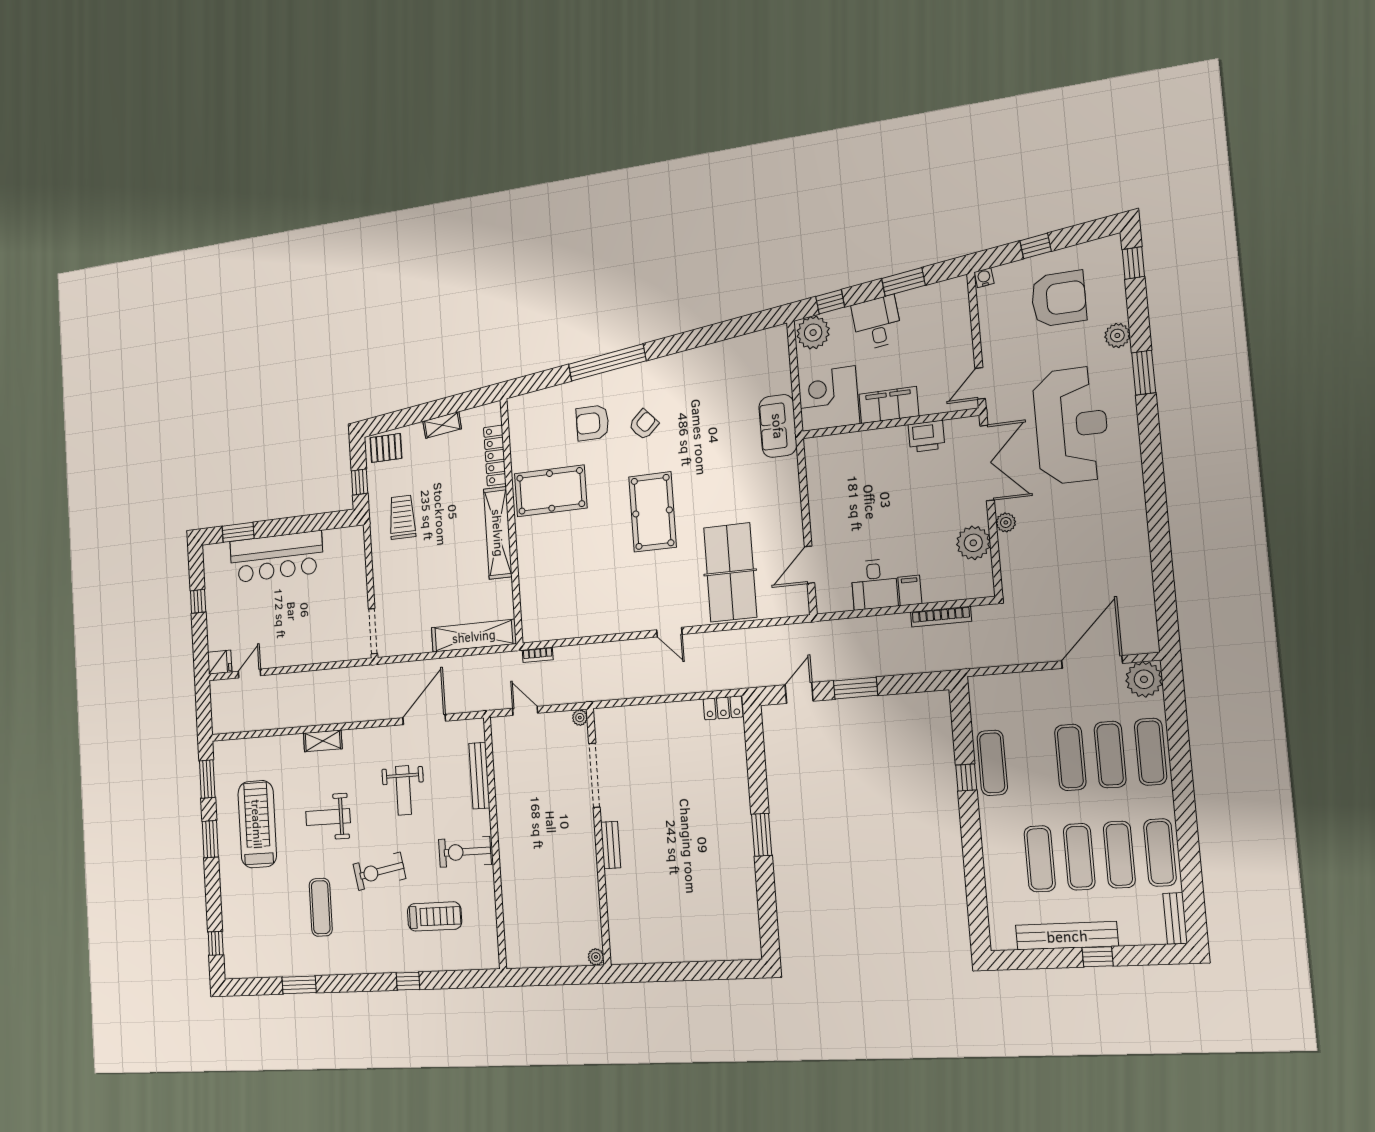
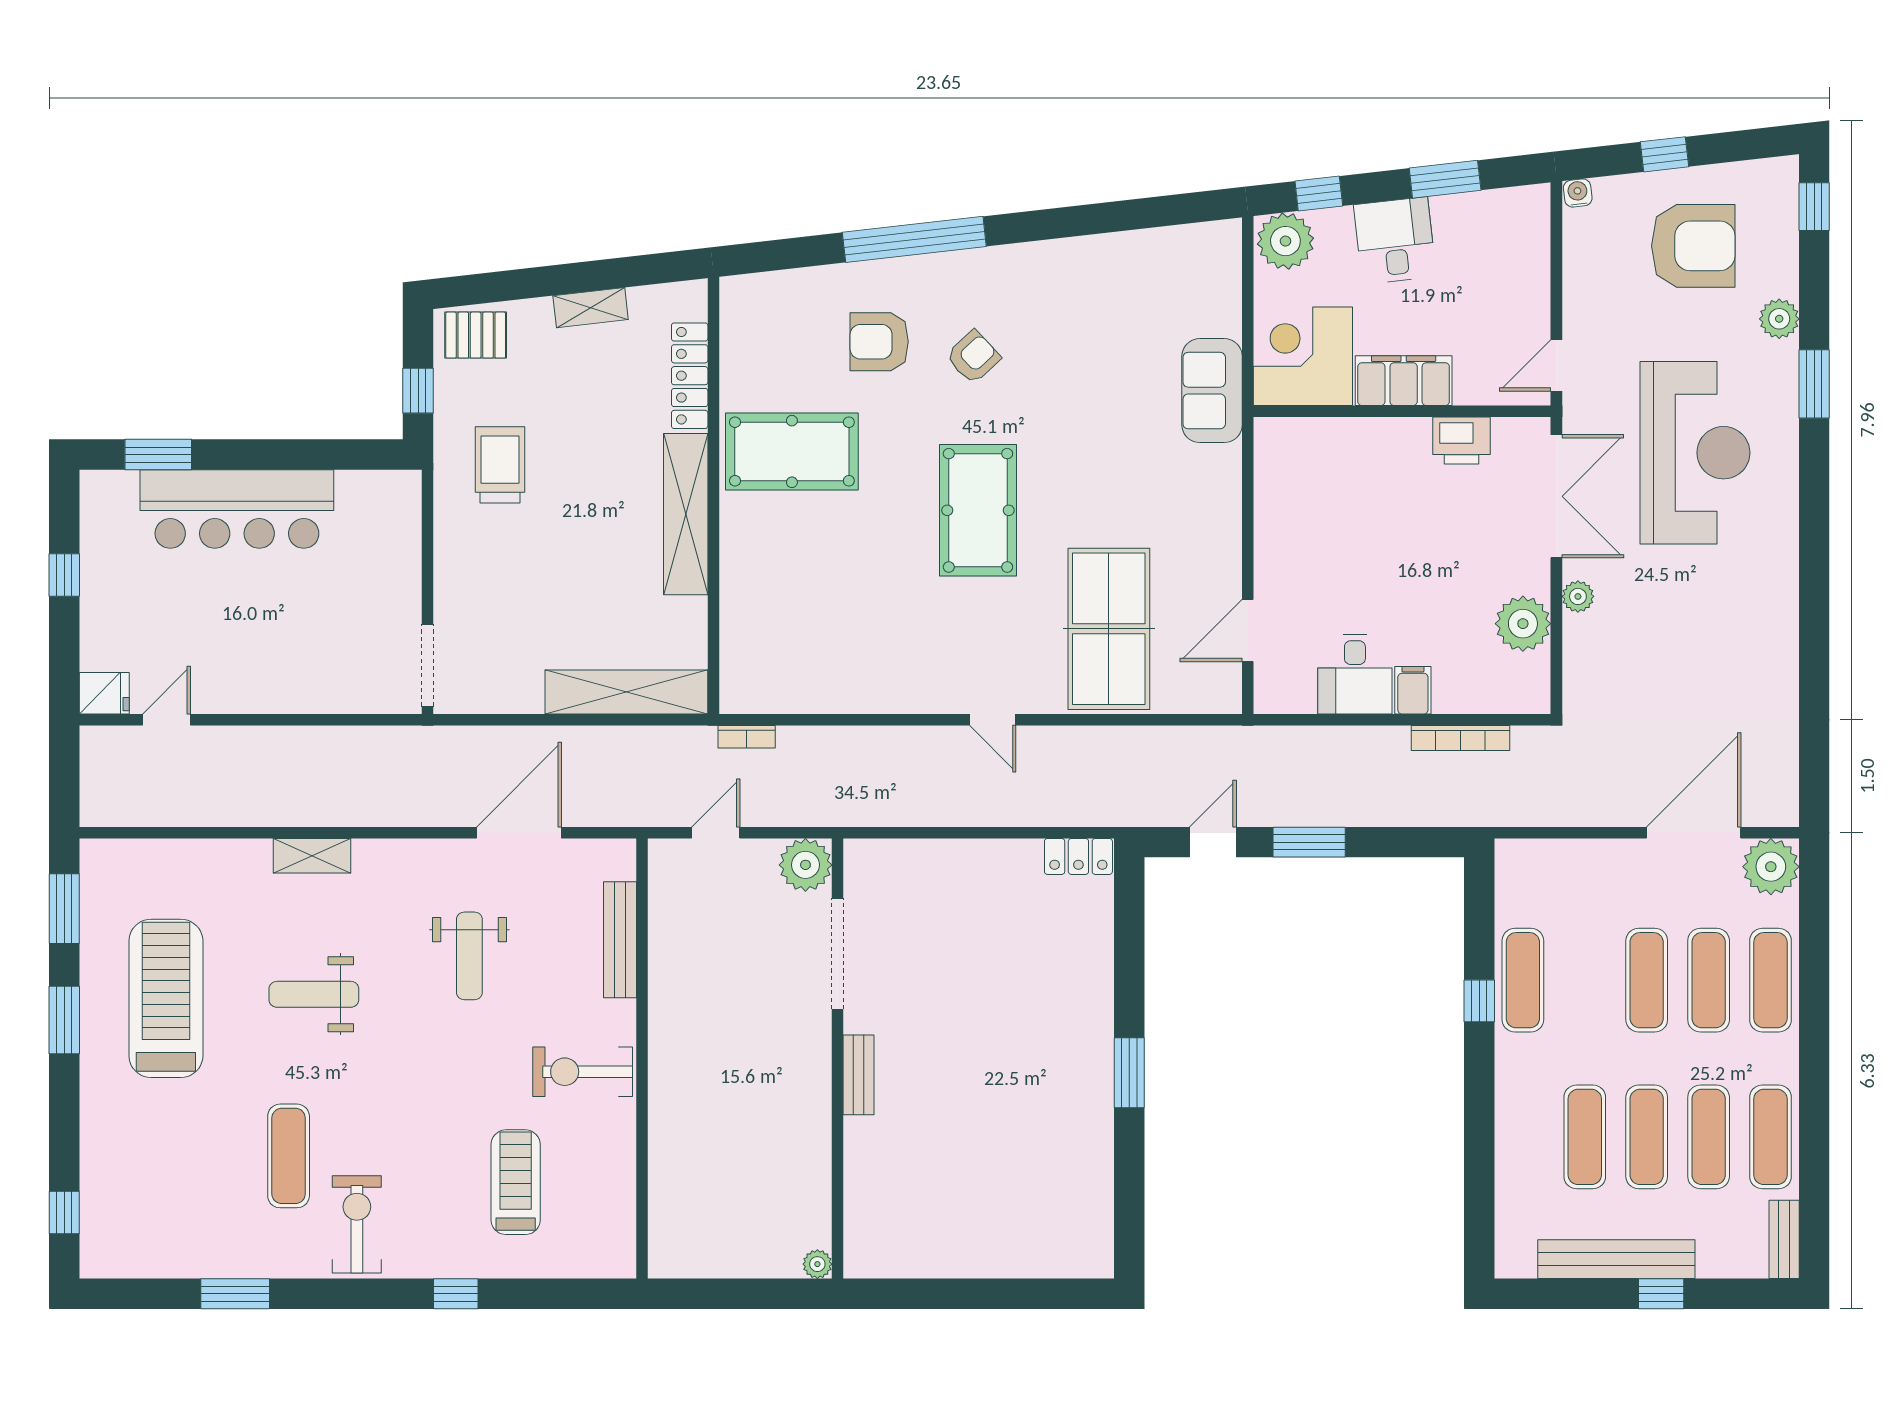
door: (525, 711) -> (716, 833), hinge flipped
plant: (580, 718) -> (805, 865), width x1.87, depth x1.87
exercise bike: (379, 871) -> (357, 1224), moved, turned 100
treadmill: (434, 916) -> (516, 1182), turned -90

